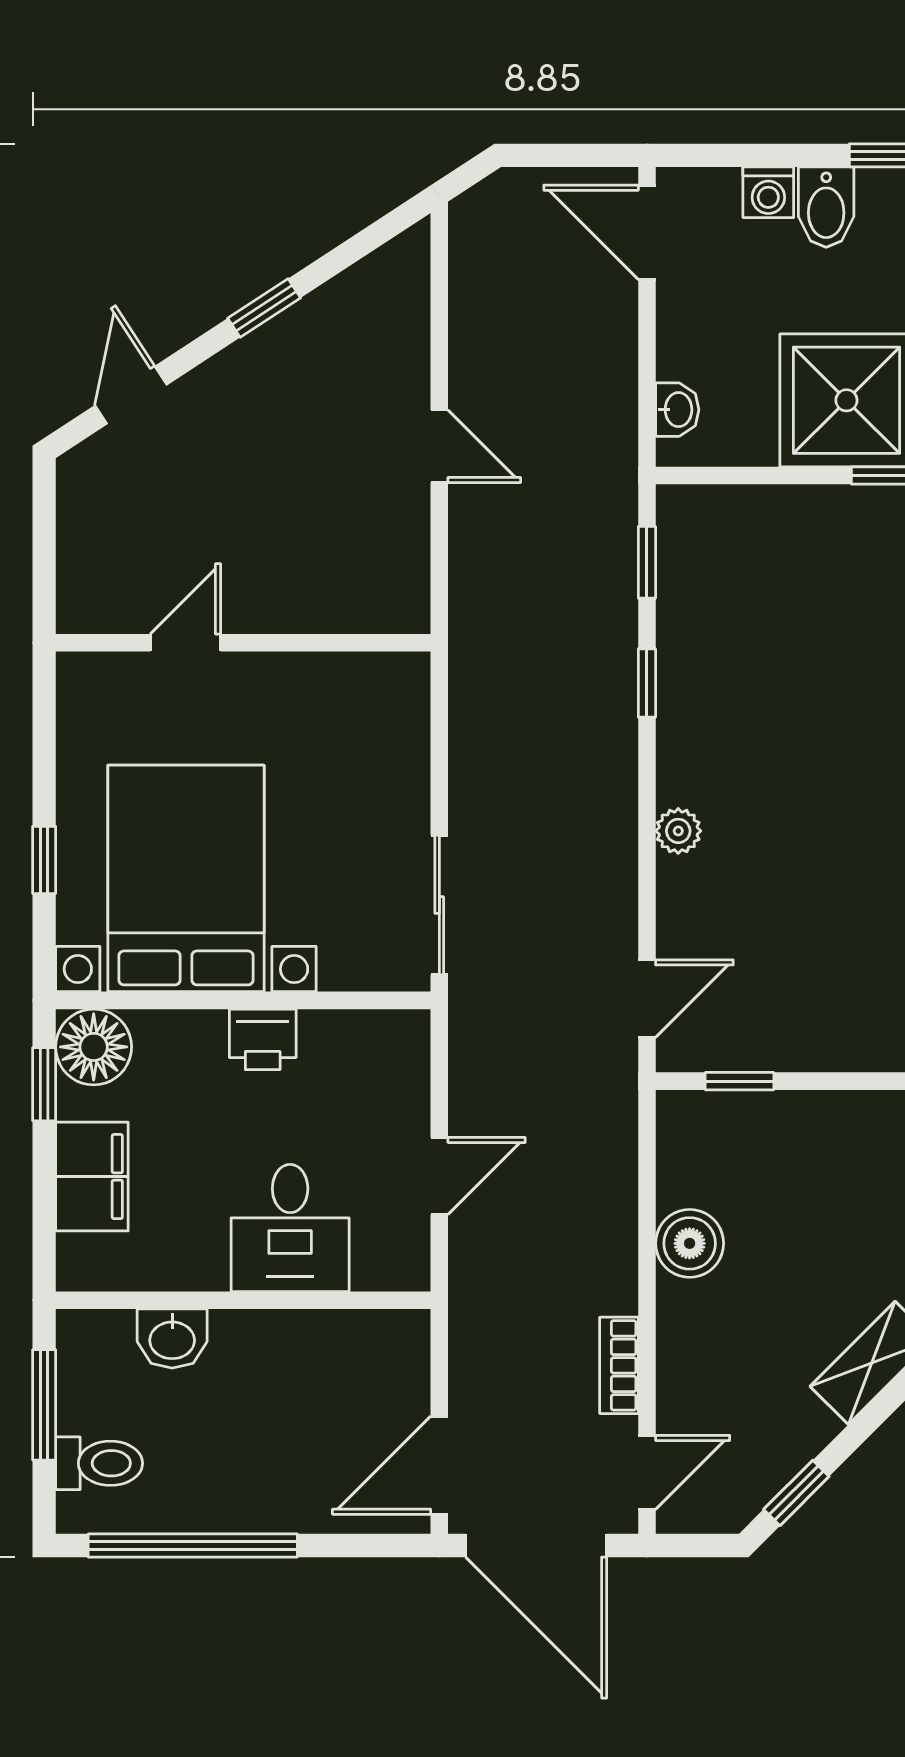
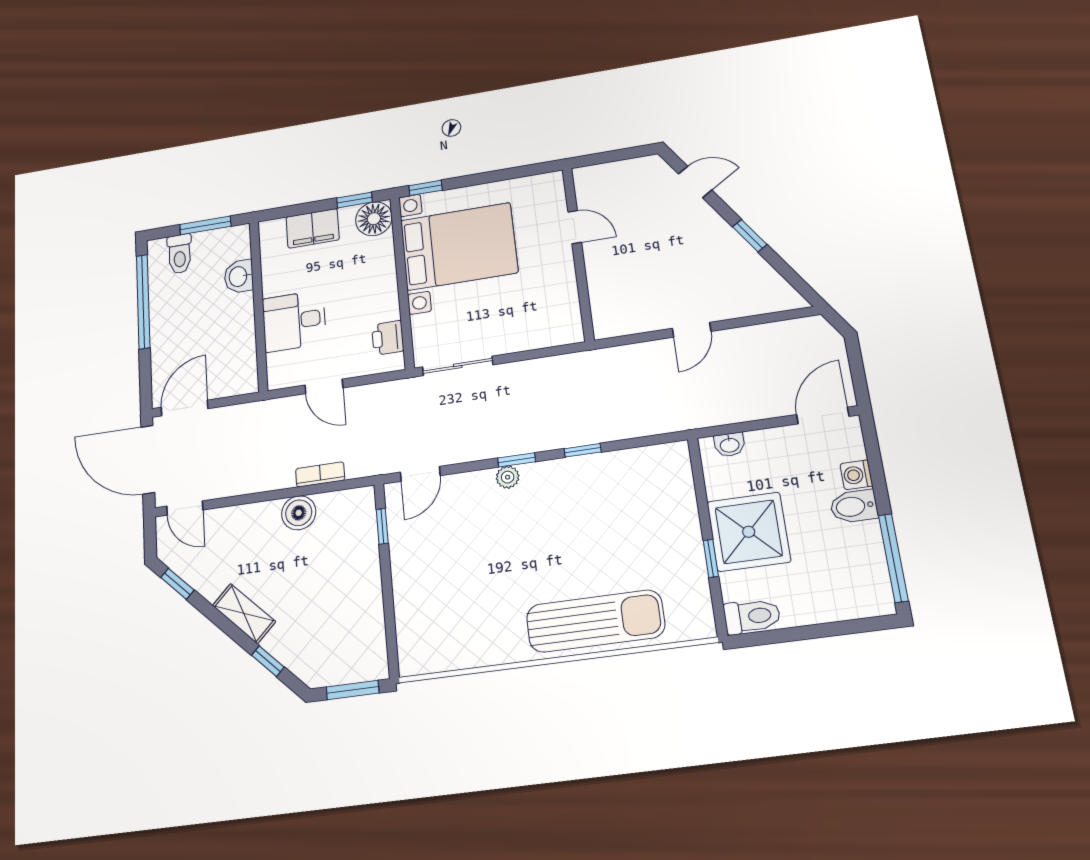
window: (647, 562) -> (517, 460), moved
window: (44, 860) -> (425, 188), moved
door: (647, 999) -> (420, 474), hinge flipped
printer: (263, 1039) -> (388, 338), moved
bookcase: (619, 1365) -> (320, 474), moved
door: (439, 1465) -> (184, 408), hinge flipped
door: (536, 1546) -> (148, 460), hinge flipped

